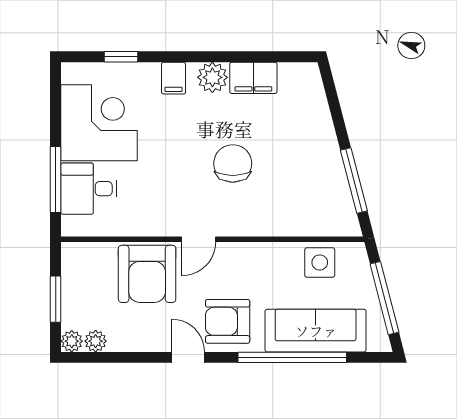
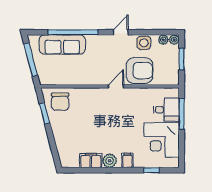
chair: (233, 163) -> (60, 102), moved
window: (354, 181) -> (45, 113), width x0.69
side table: (320, 262) -> (144, 43), moved
armchair: (147, 274) -> (140, 71), turned 90
armchair: (228, 321) -> (103, 49), removed
door: (188, 357) -> (121, 32), swing flipped

